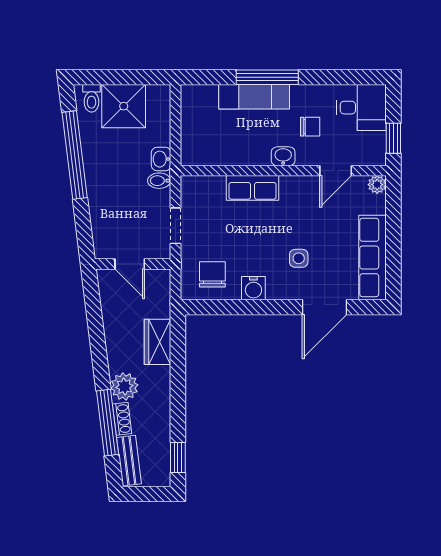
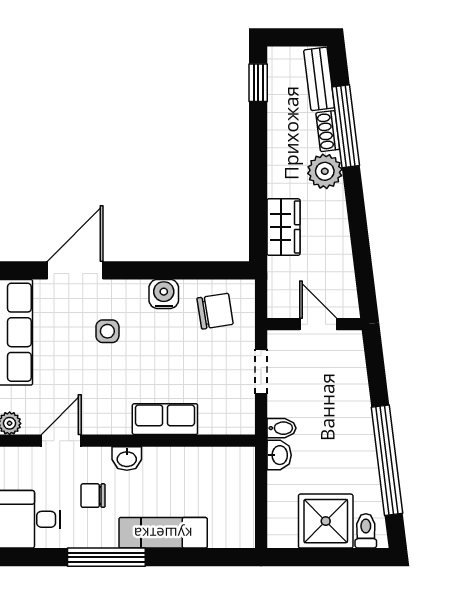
window: (267, 77) -> (106, 557), moved
chair: (212, 274) -> (215, 311), turned -99

